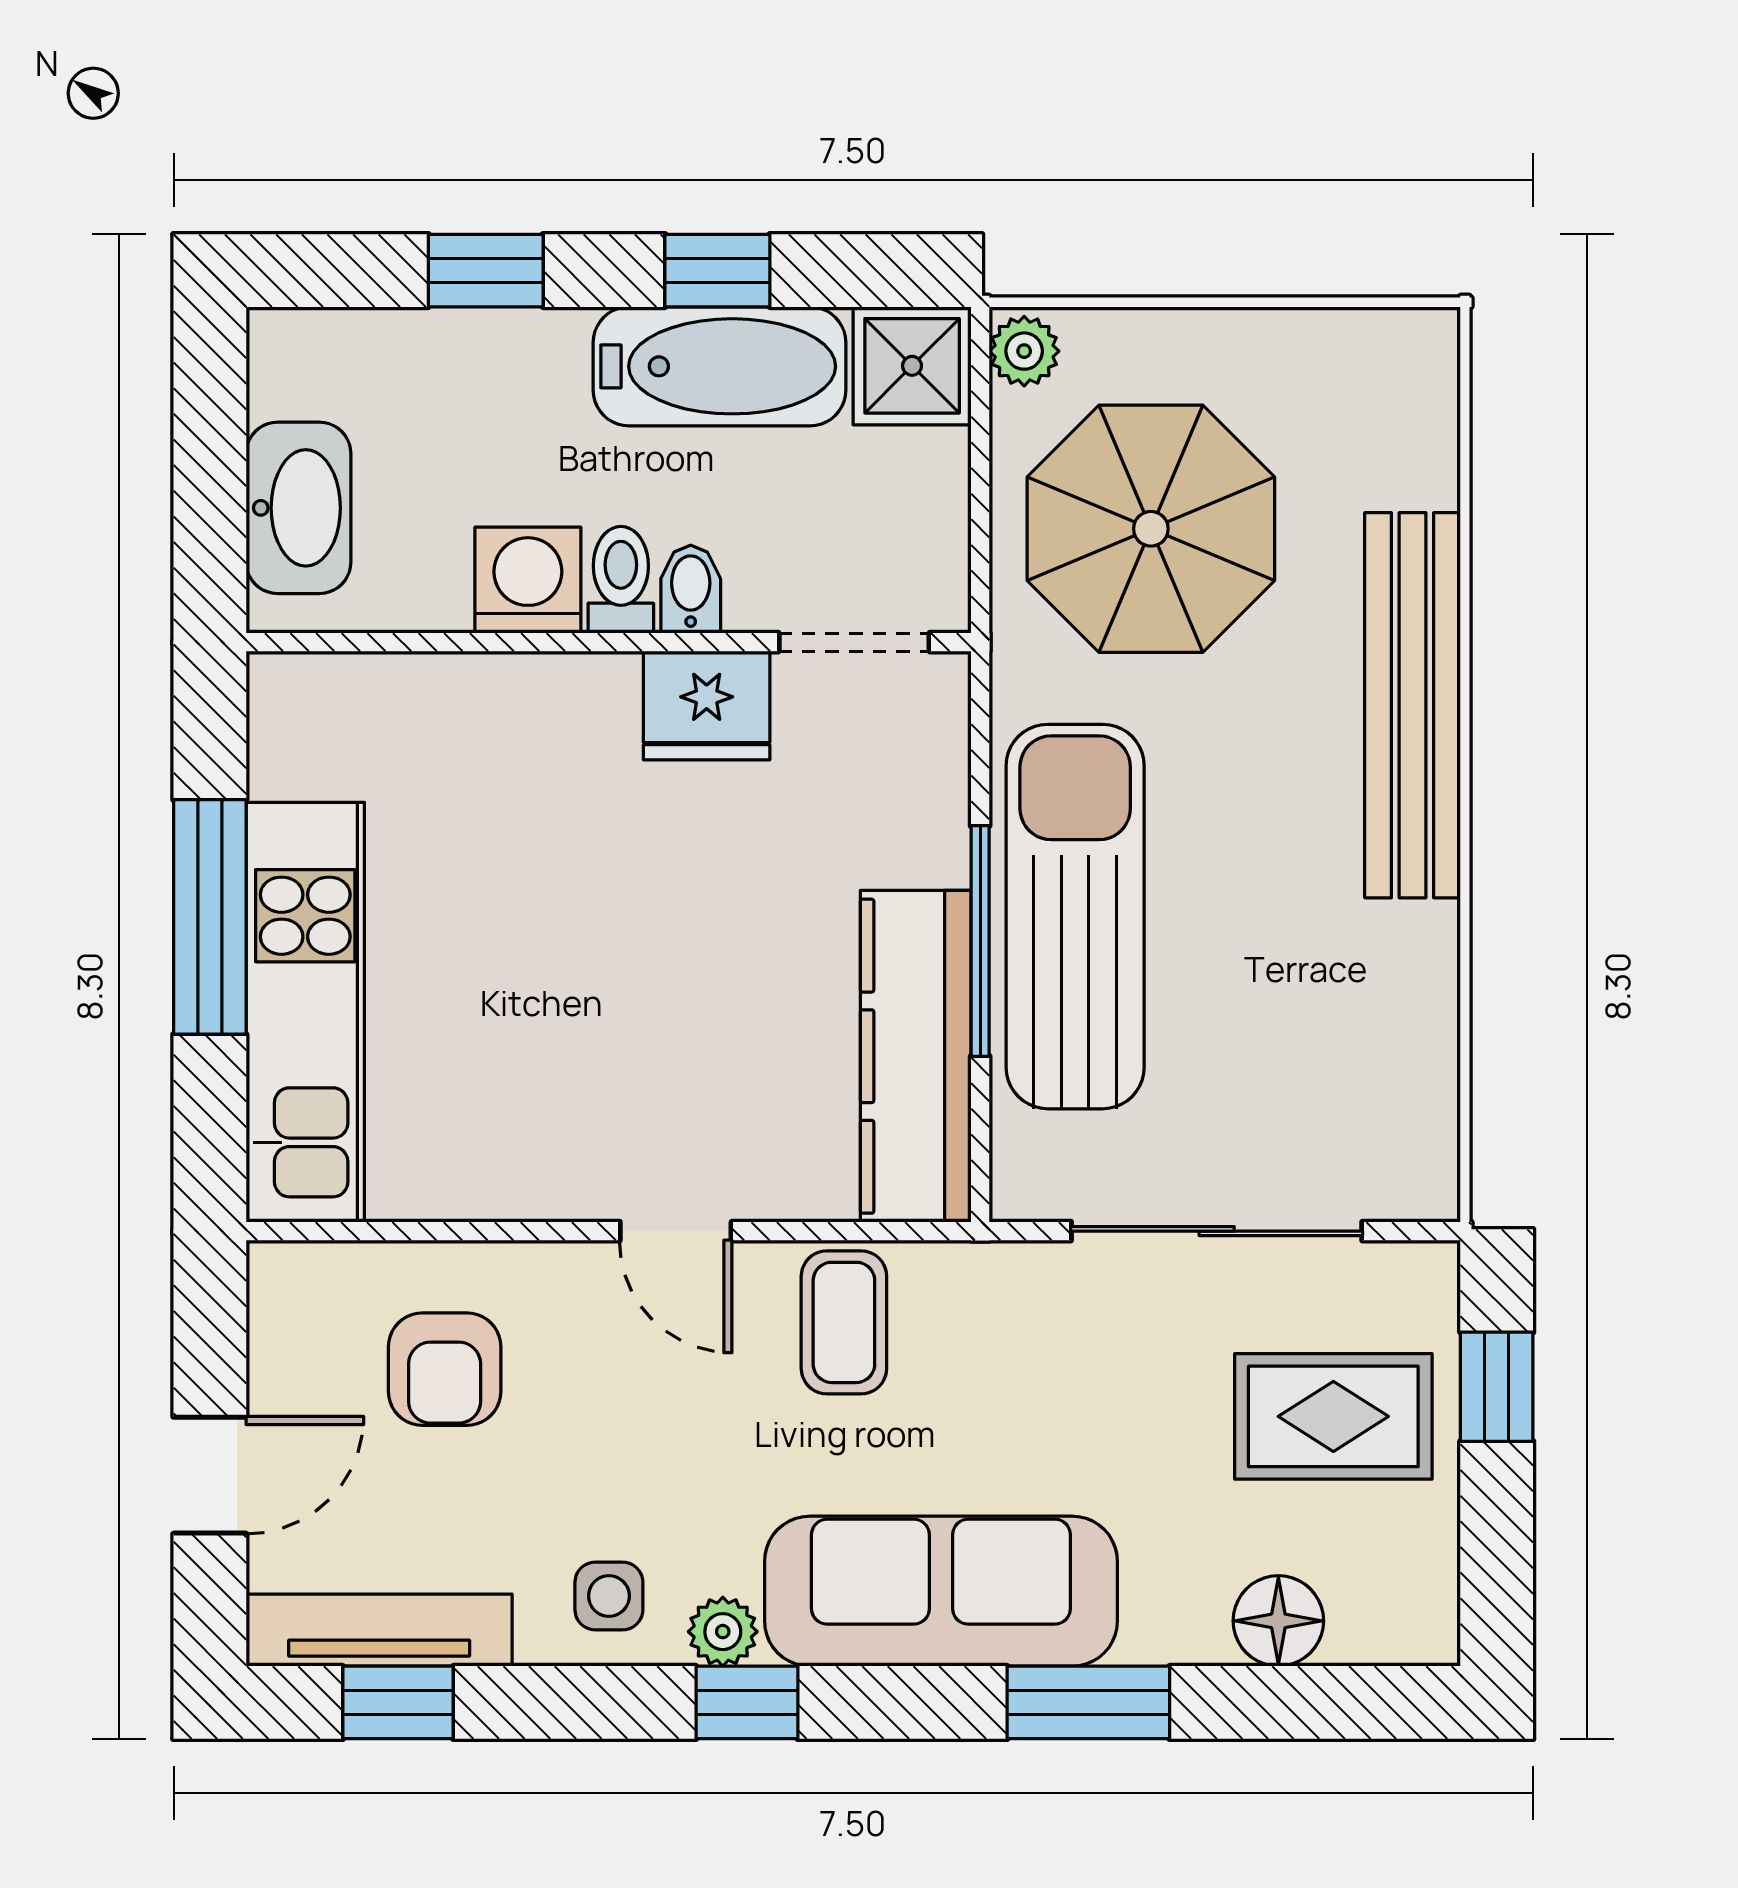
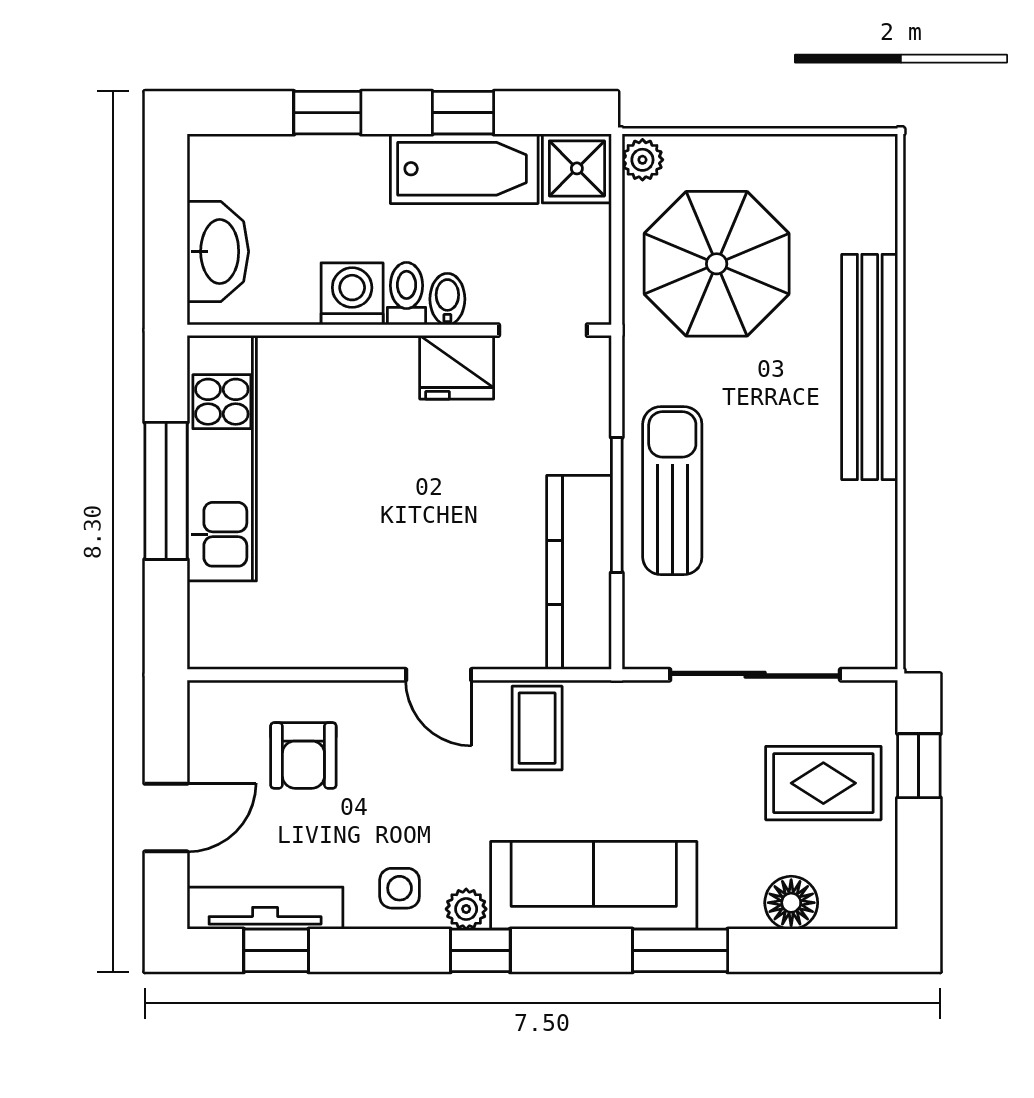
sun lounger: (1075, 917) -> (672, 491), width x0.73, depth x0.75
kitchen unit: (305, 1012) -> (222, 458), moved

